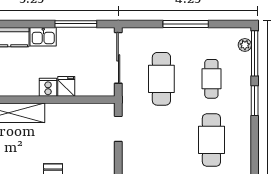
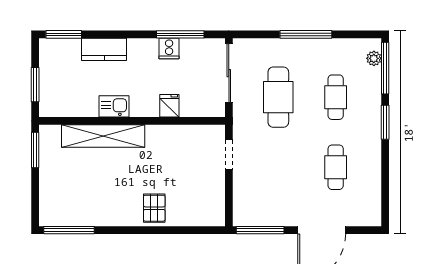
kitchen sink: (43, 37) -> (114, 106), moved, turned 180
cooker: (48, 87) -> (169, 49), moved, turned 180
cafe table: (211, 140) -> (336, 167), width x0.73, depth x0.74

